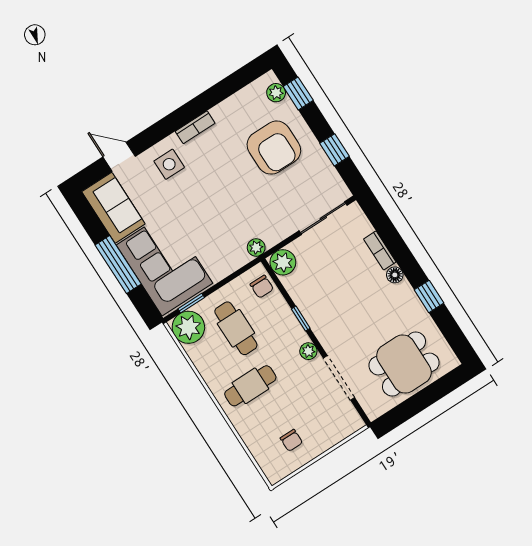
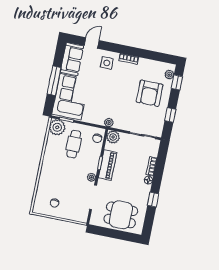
door: (119, 157) -> (92, 43), hinge flipped
piano: (314, 311) -> (108, 165), added
cafe table: (250, 386) -> (59, 169), removed

